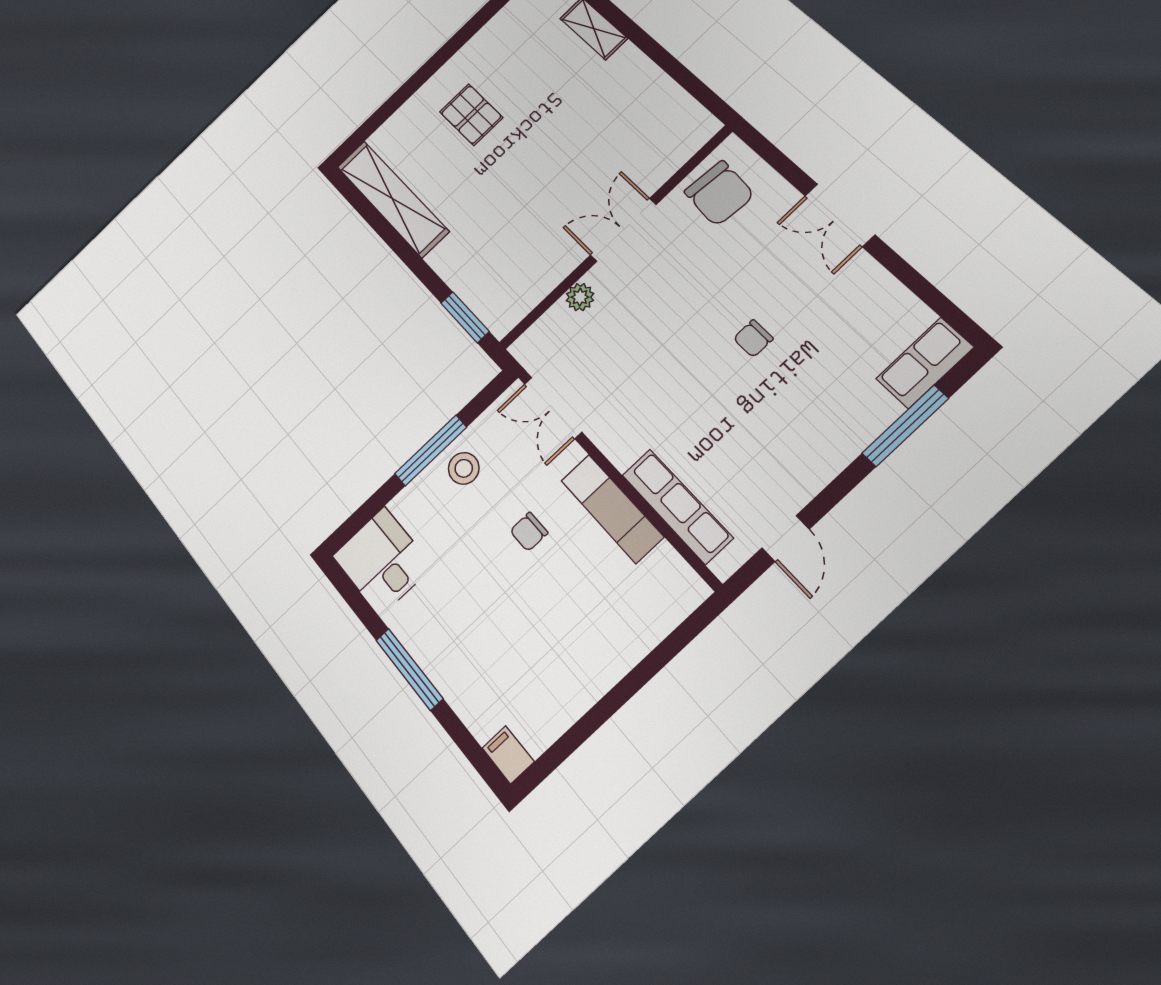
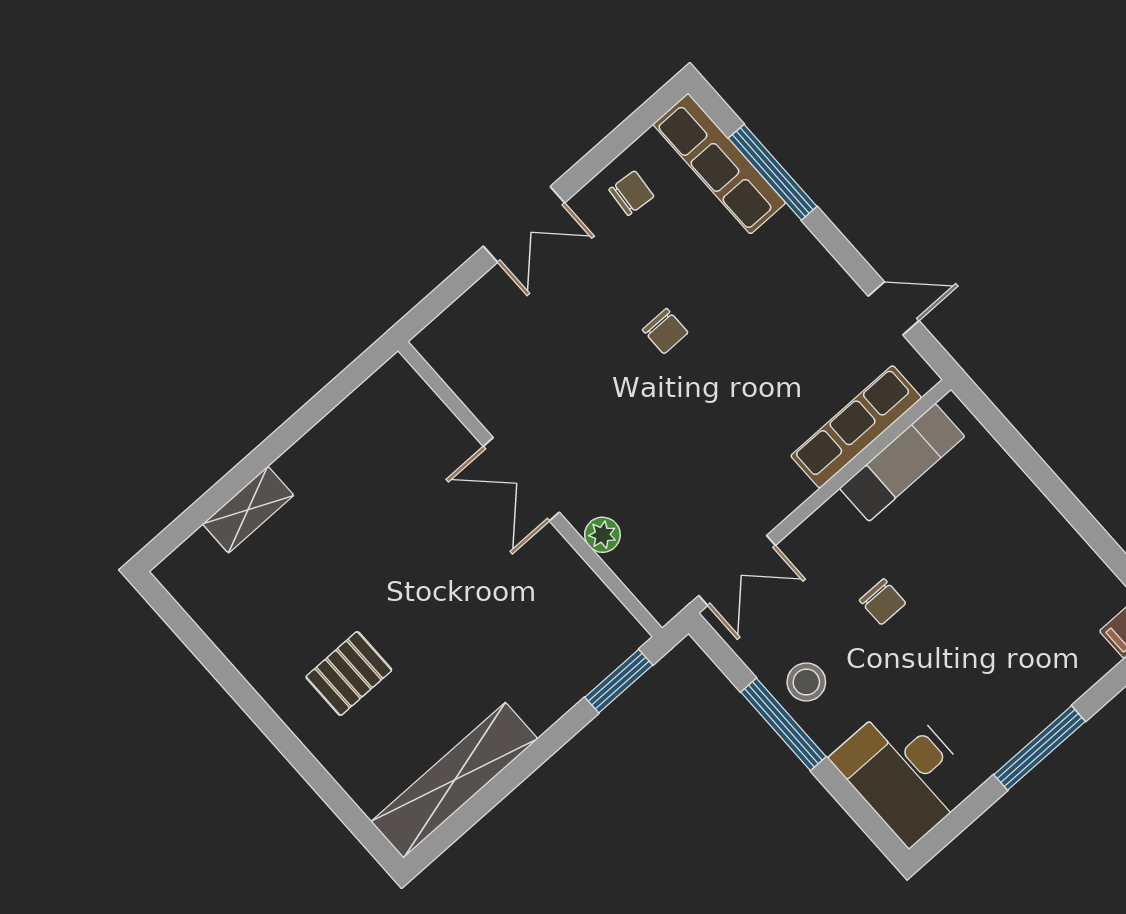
chair: (719, 193) -> (631, 193), moved, width x0.54, depth x0.54
row of seats: (925, 363) -> (719, 164), width x1.48
exam couch: (612, 509) -> (902, 462), moved
desk: (382, 561) -> (904, 772), width x1.37

